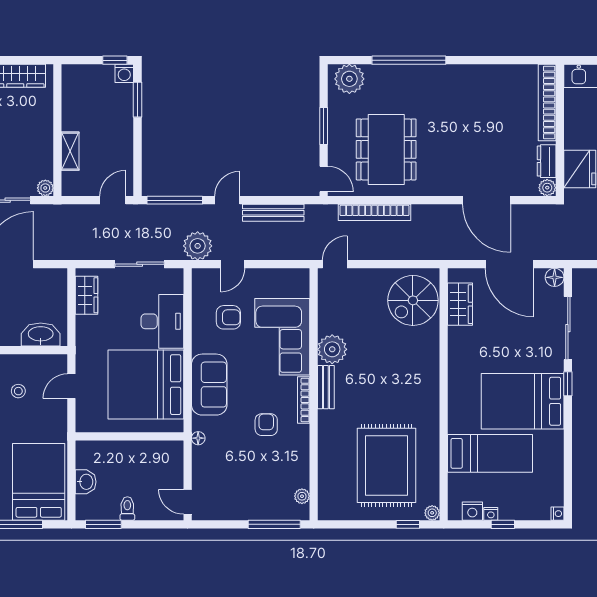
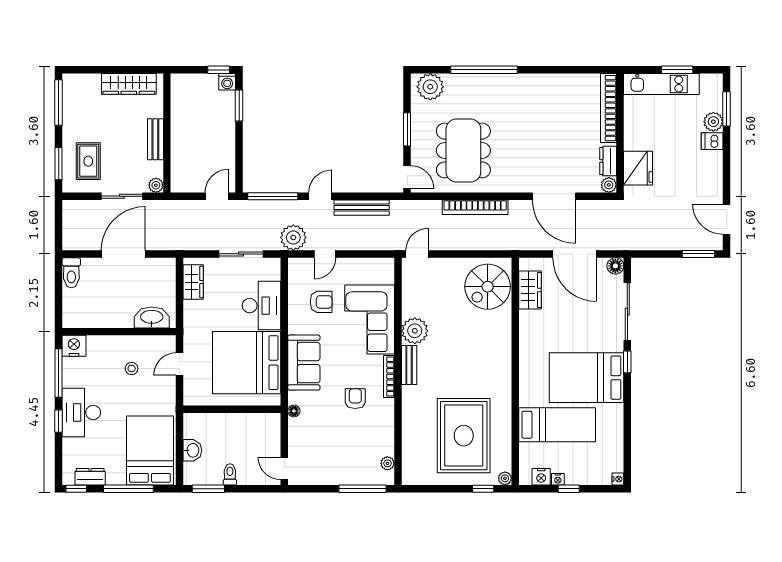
bench: (45, 137) -> (155, 139), added
shelving: (70, 151) -> (178, 152), removed
bookcase: (374, 212) -> (475, 207), moved

